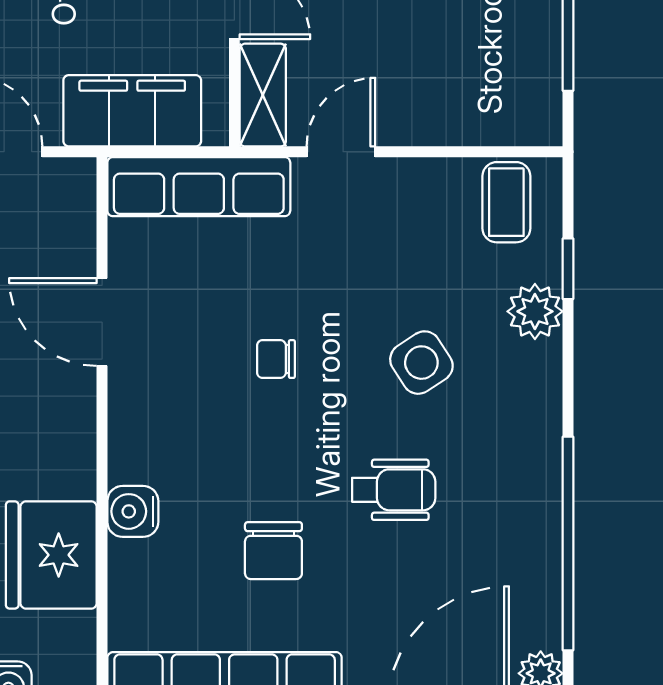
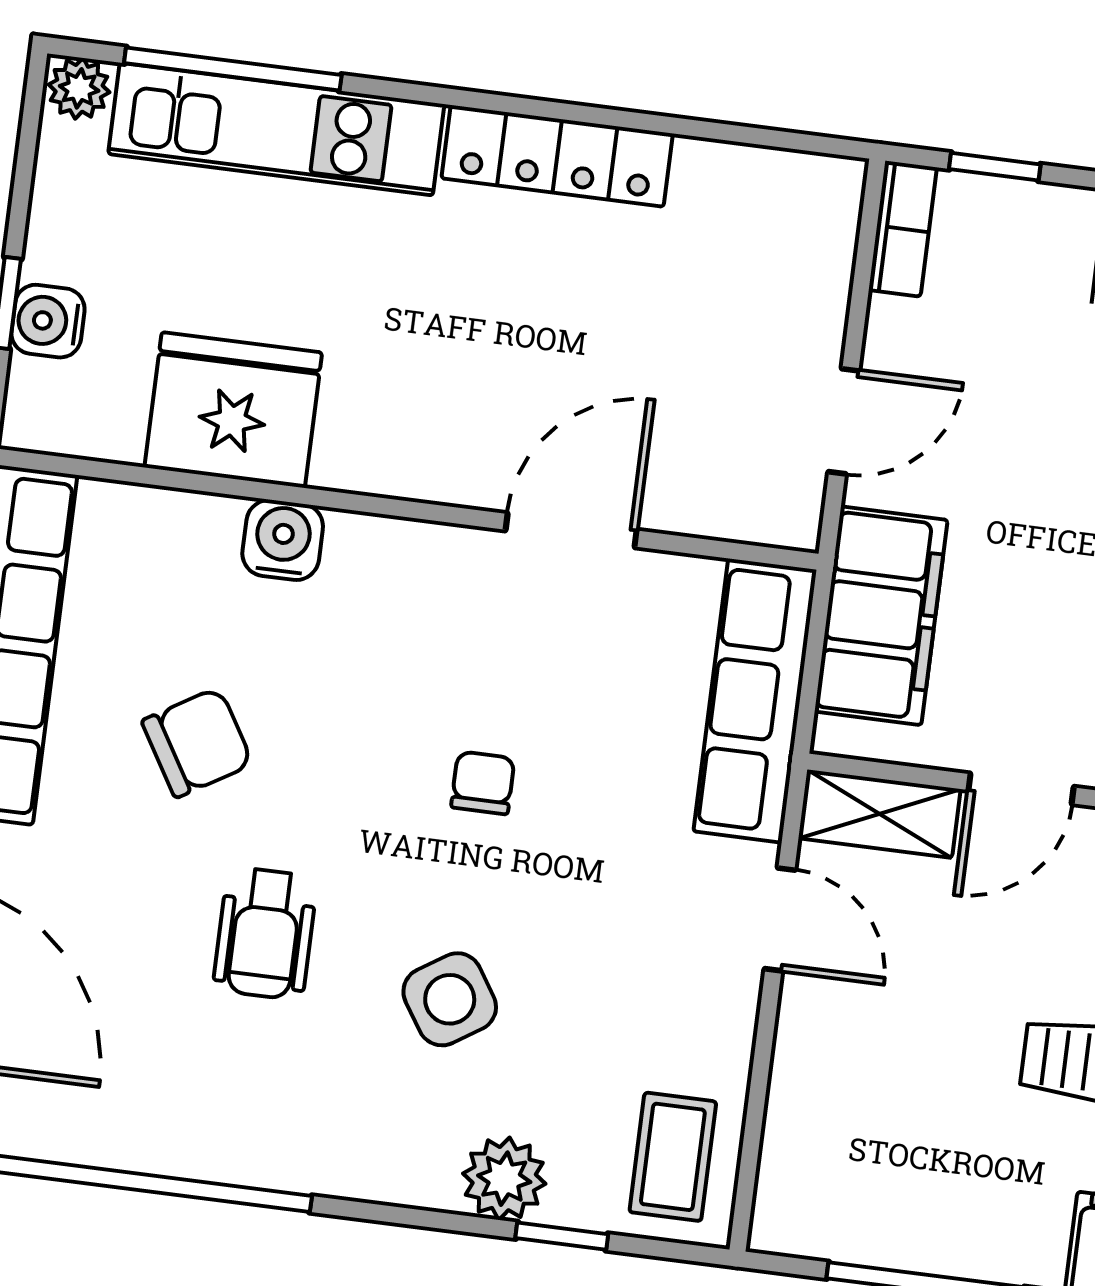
coffee table: (506, 202) -> (673, 1157), turned 90
chair: (273, 551) -> (197, 742), turned 149

